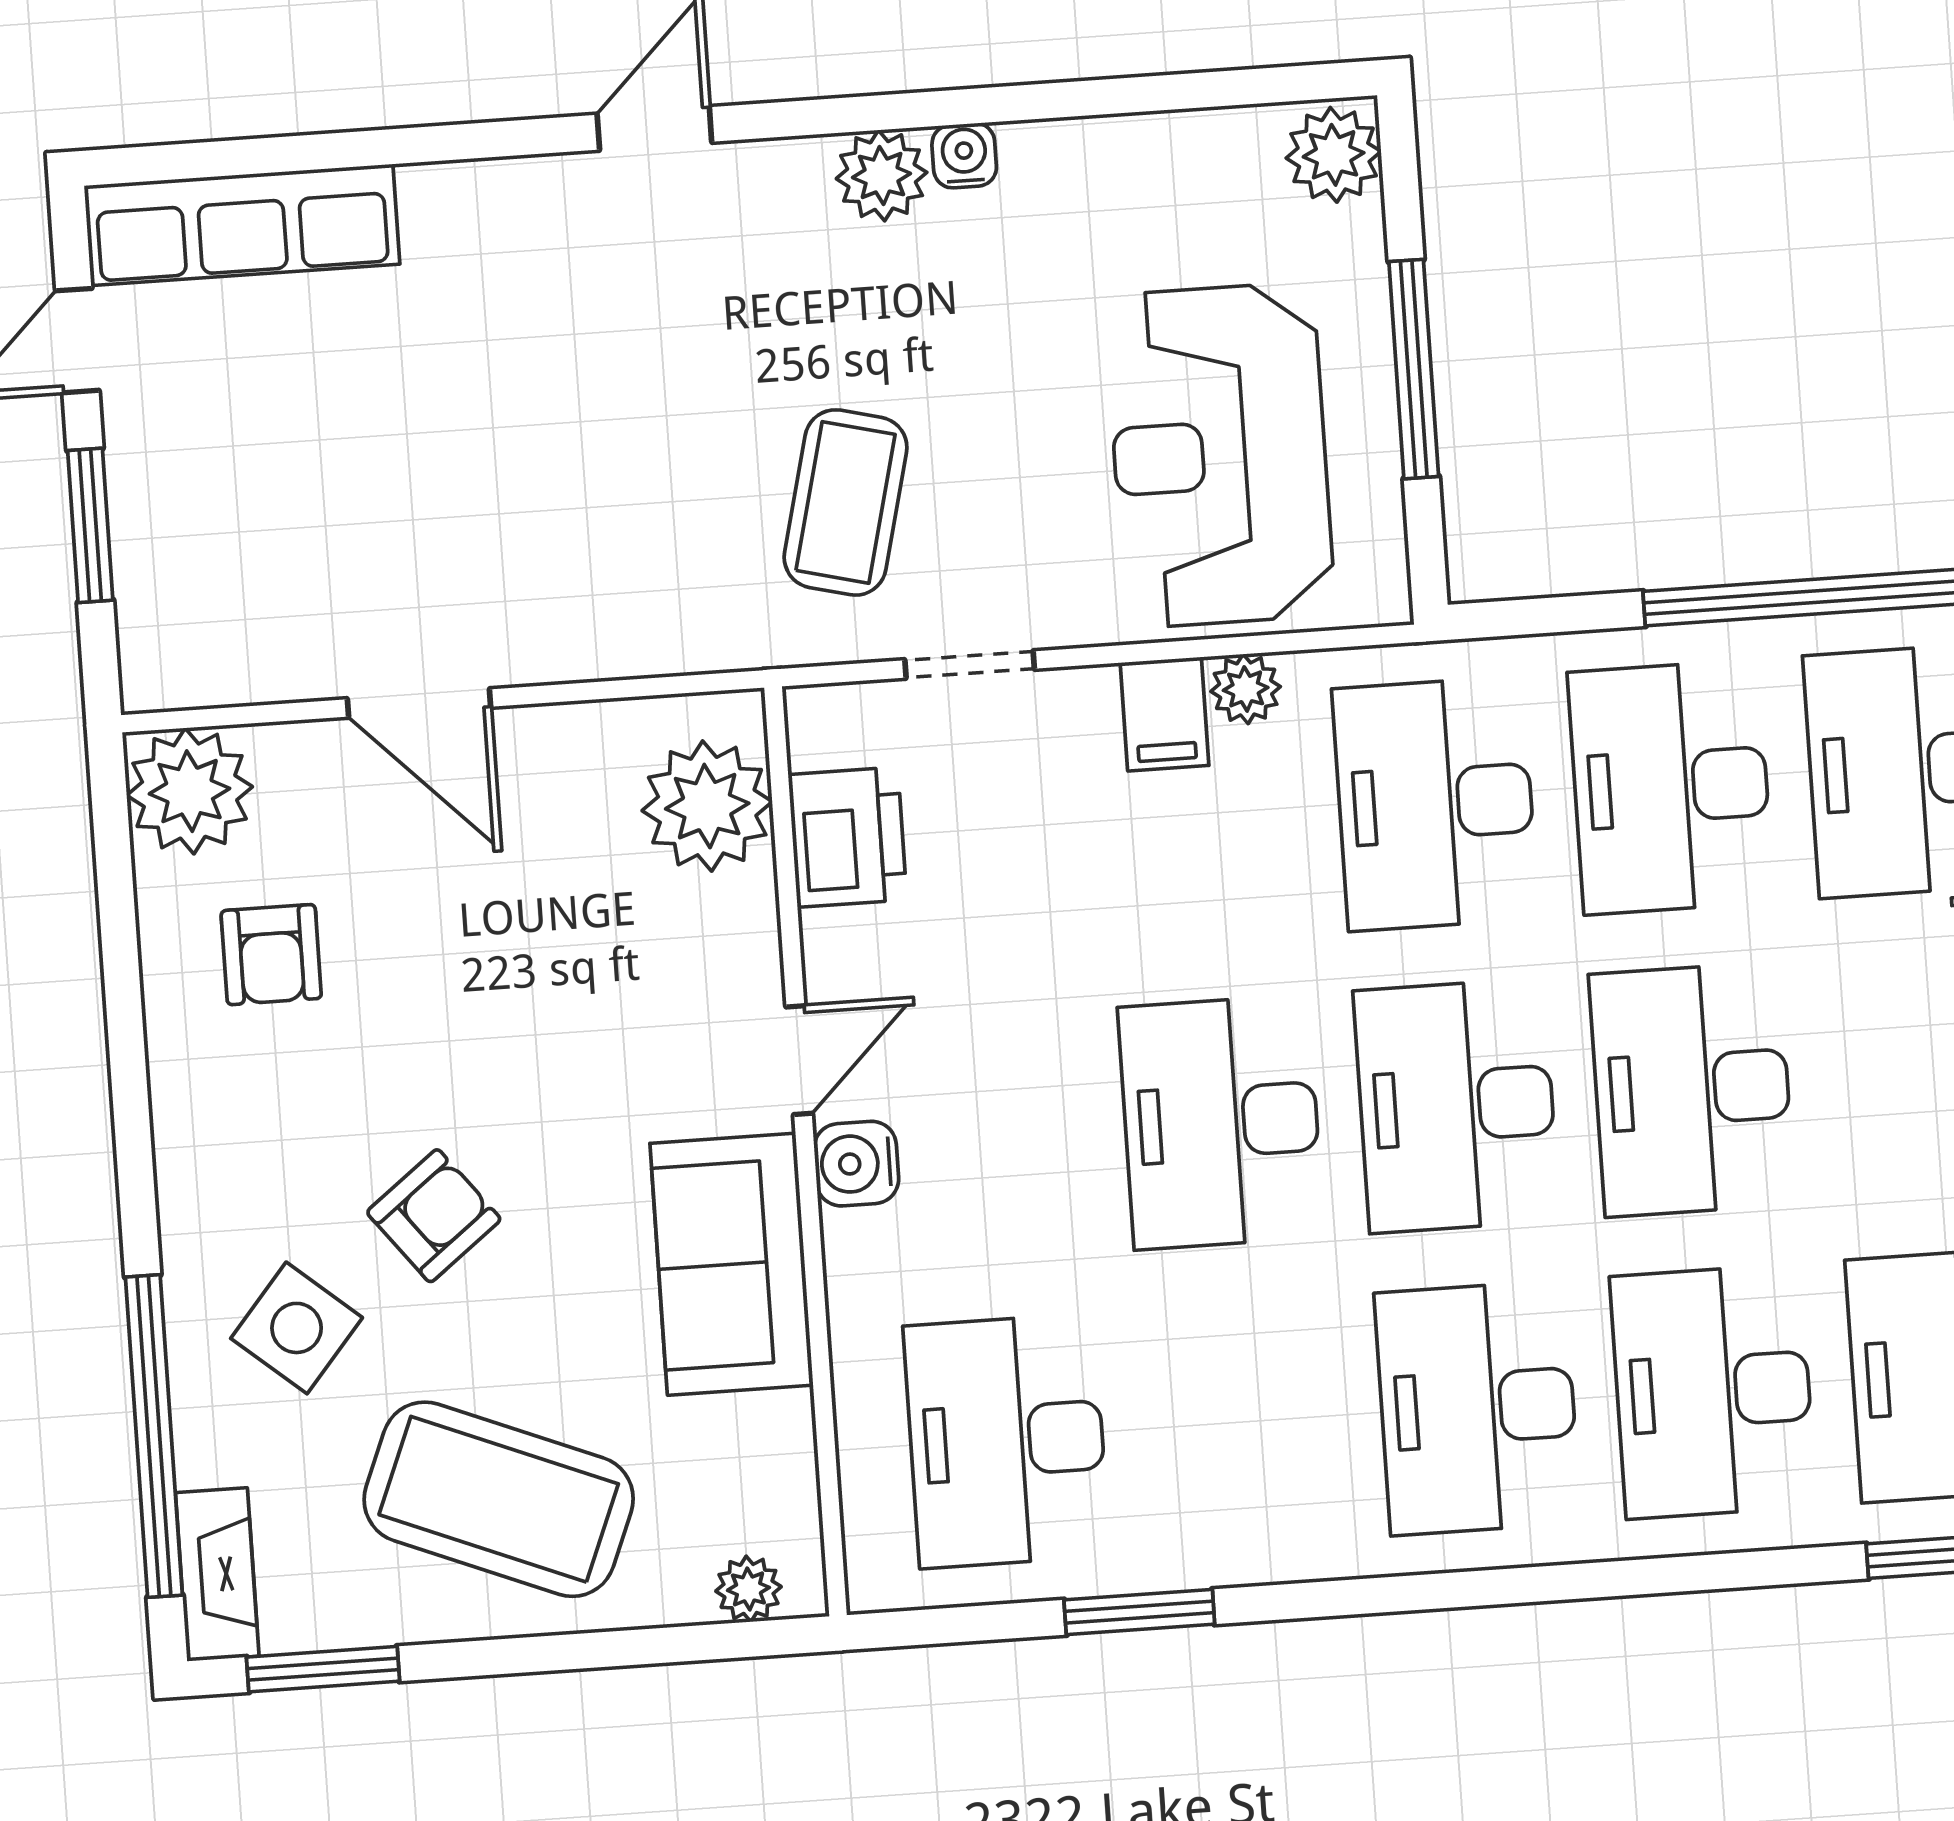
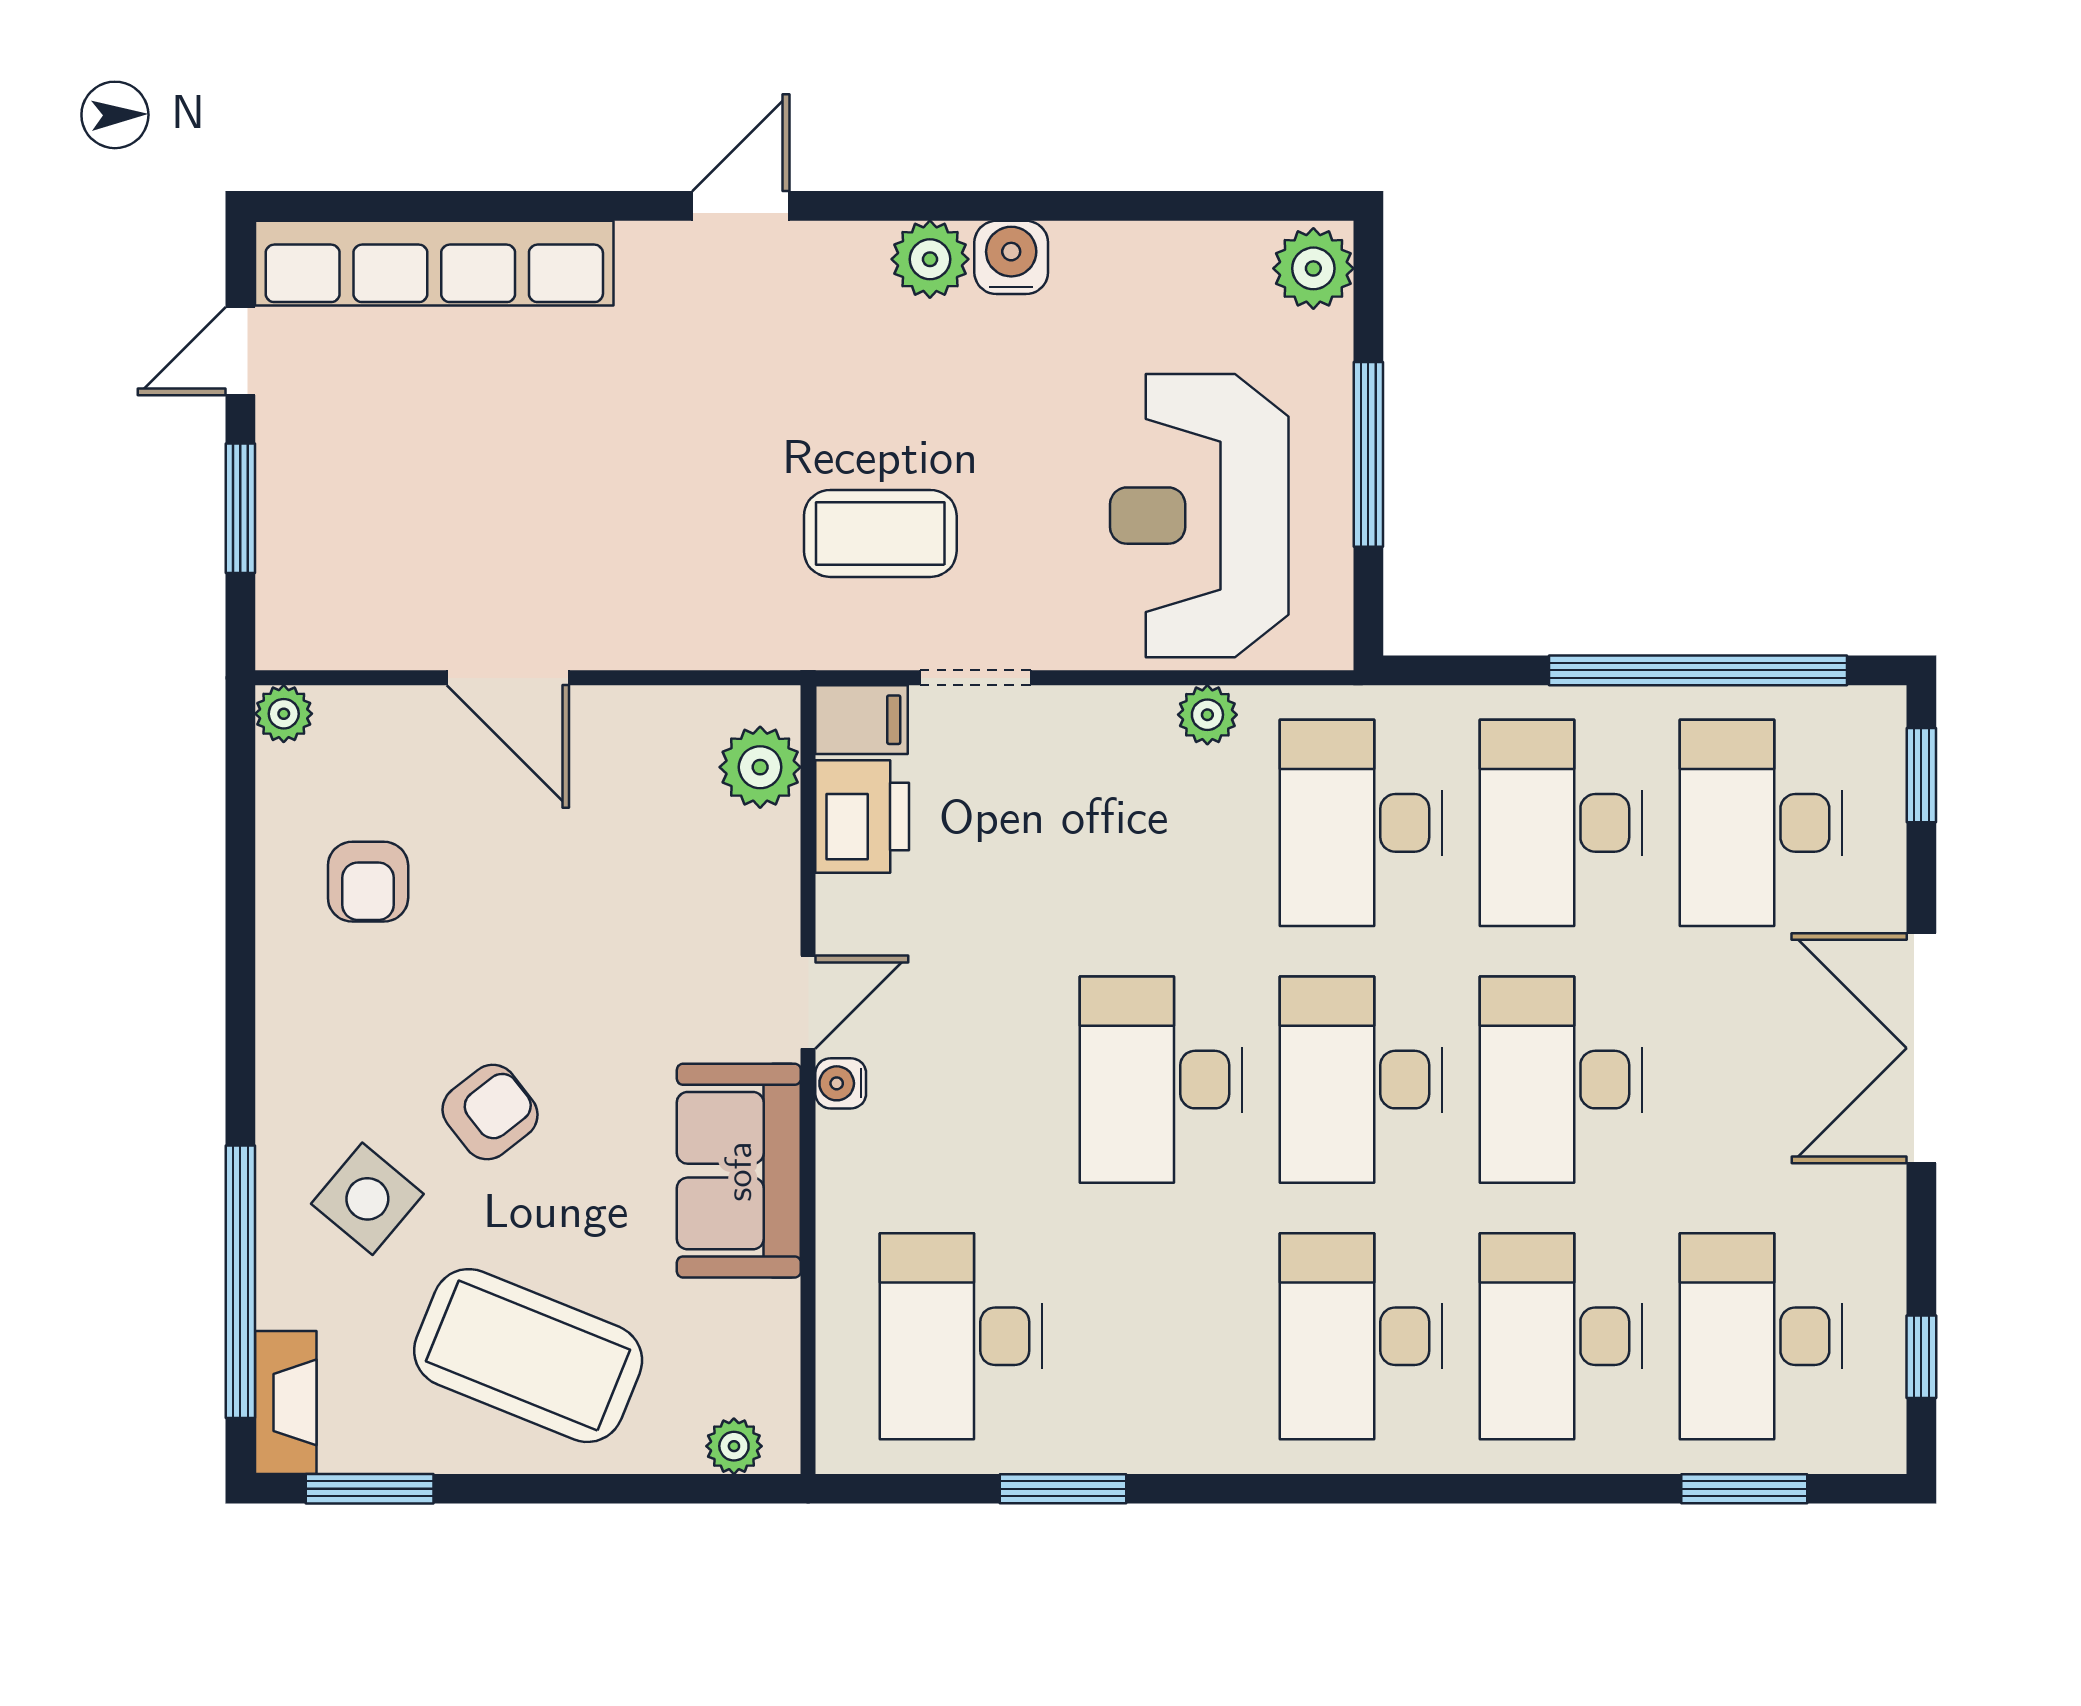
water cooler: (964, 156) -> (1011, 257), width x1.38, depth x1.38
row of seats: (242, 225) -> (434, 263), width x1.36
coffee table: (846, 502) -> (880, 533), turned 76
filing cabinet: (1165, 714) -> (862, 720), moved, turned -90
plant: (190, 791) -> (284, 714), width x0.53, depth x0.53
plant: (707, 806) -> (760, 767), width x0.73, depth x0.73
water cooler: (856, 1164) -> (841, 1083), width x0.72, depth x0.72

